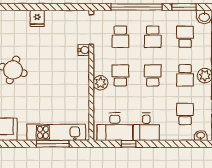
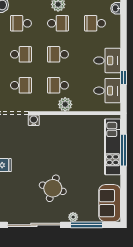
desk: (115, 127) -> (107, 91), width x0.73

